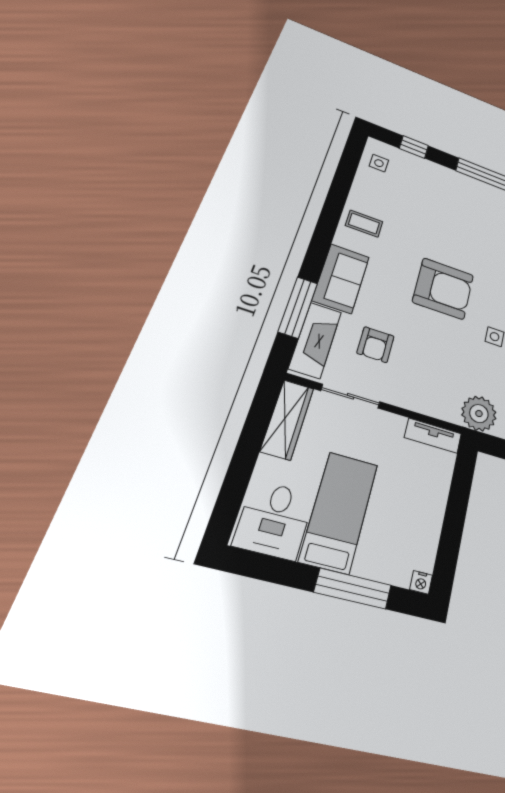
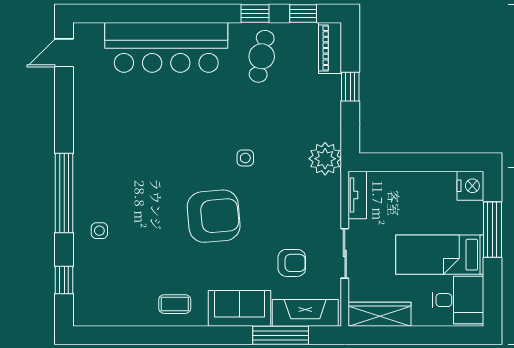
side table: (379, 163) -> (99, 231), moved
coffee table: (364, 224) -> (175, 304), turned 90
armchair: (443, 289) -> (214, 216), turned 85
sliding door: (351, 396) -> (345, 253), moved
nightstand: (421, 582) -> (470, 186), width x1.89, depth x1.79

